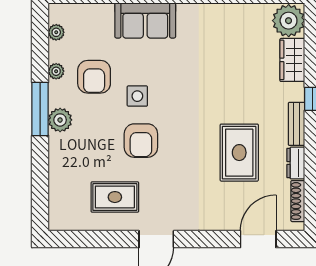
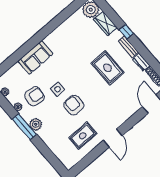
armchair: (94, 77) -> (34, 96), turned -82
armchair: (141, 141) -> (74, 105), turned 180
rug: (239, 153) -> (107, 68), moved

